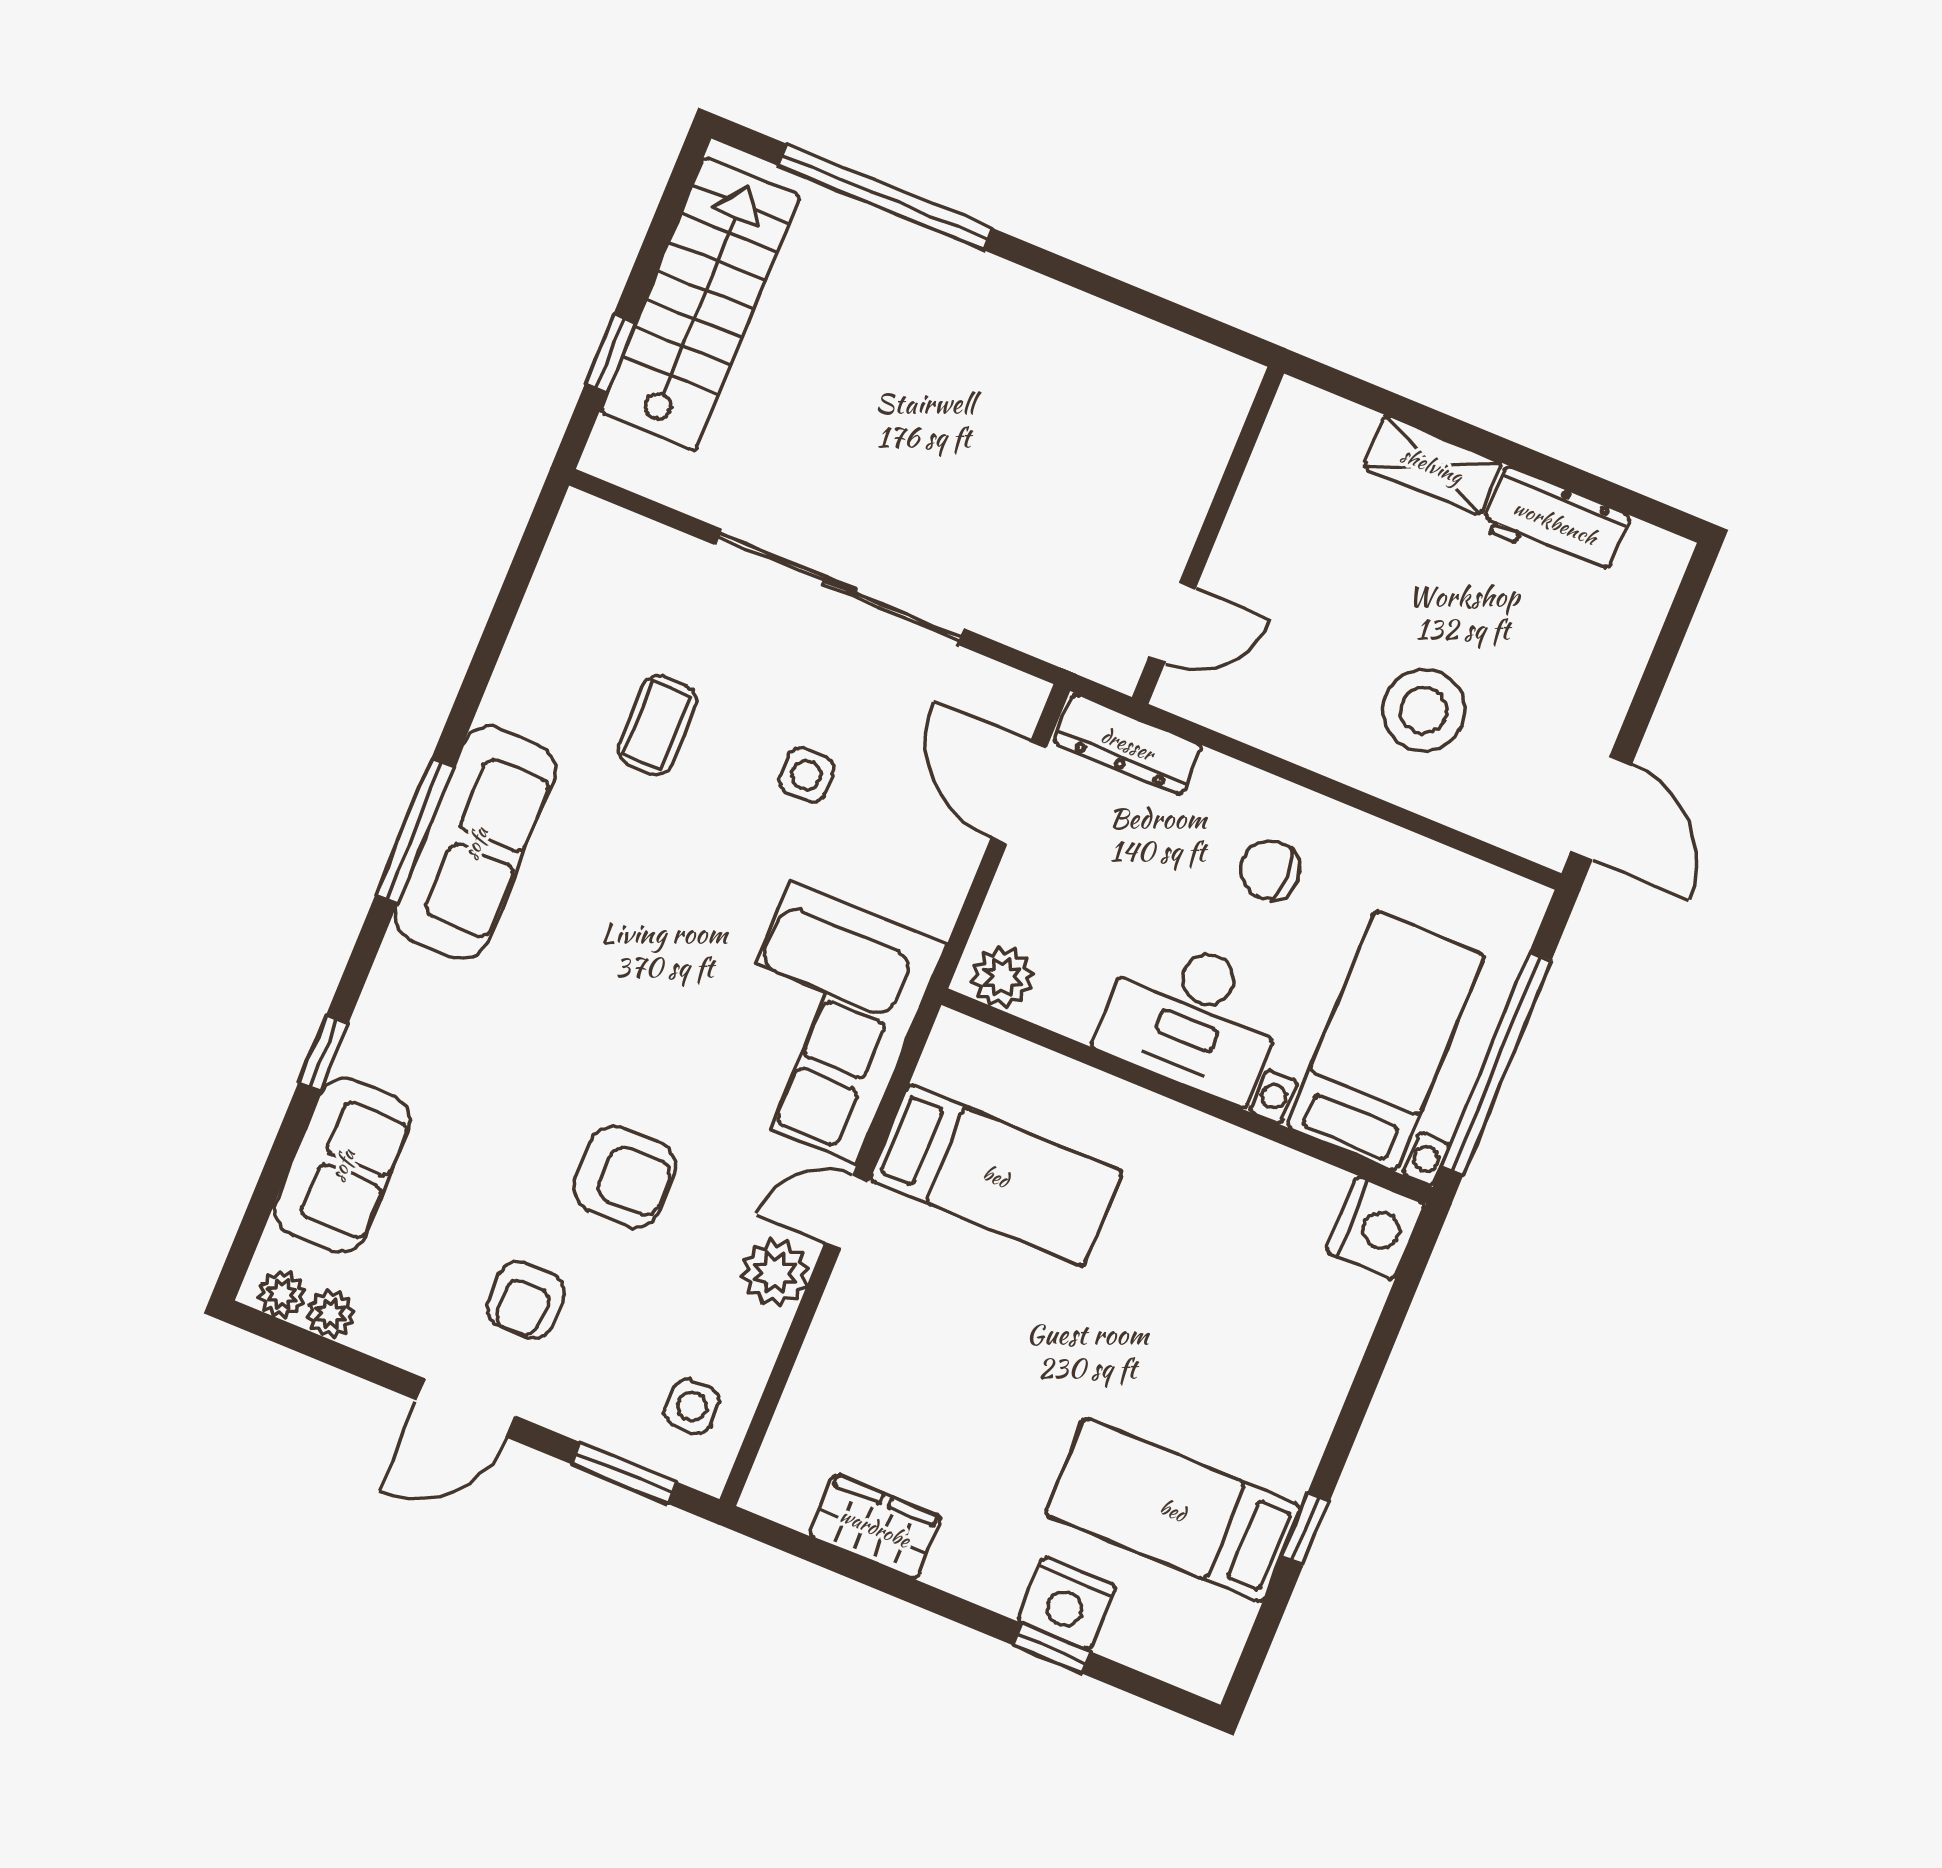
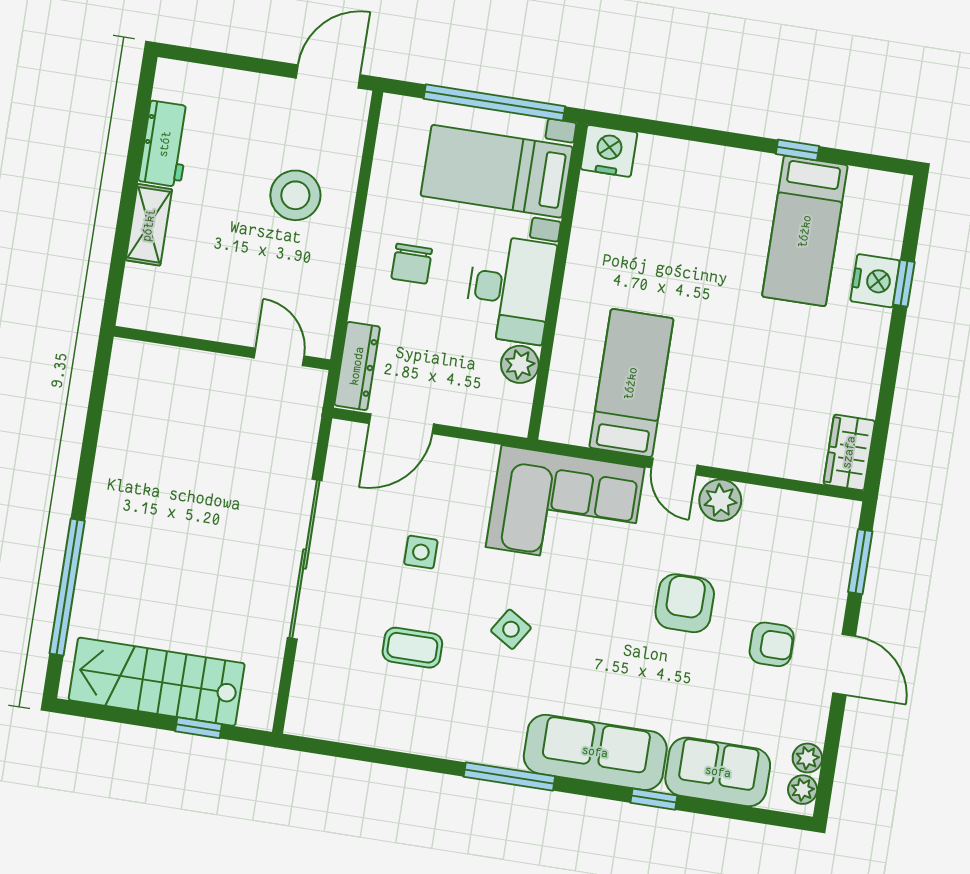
sofa: (475, 843) -> (595, 752), moved
plant: (1002, 977) -> (520, 364), moved
side table: (692, 1406) -> (511, 629), moved, turned 32
wardrobe: (875, 1527) -> (849, 452), moved

